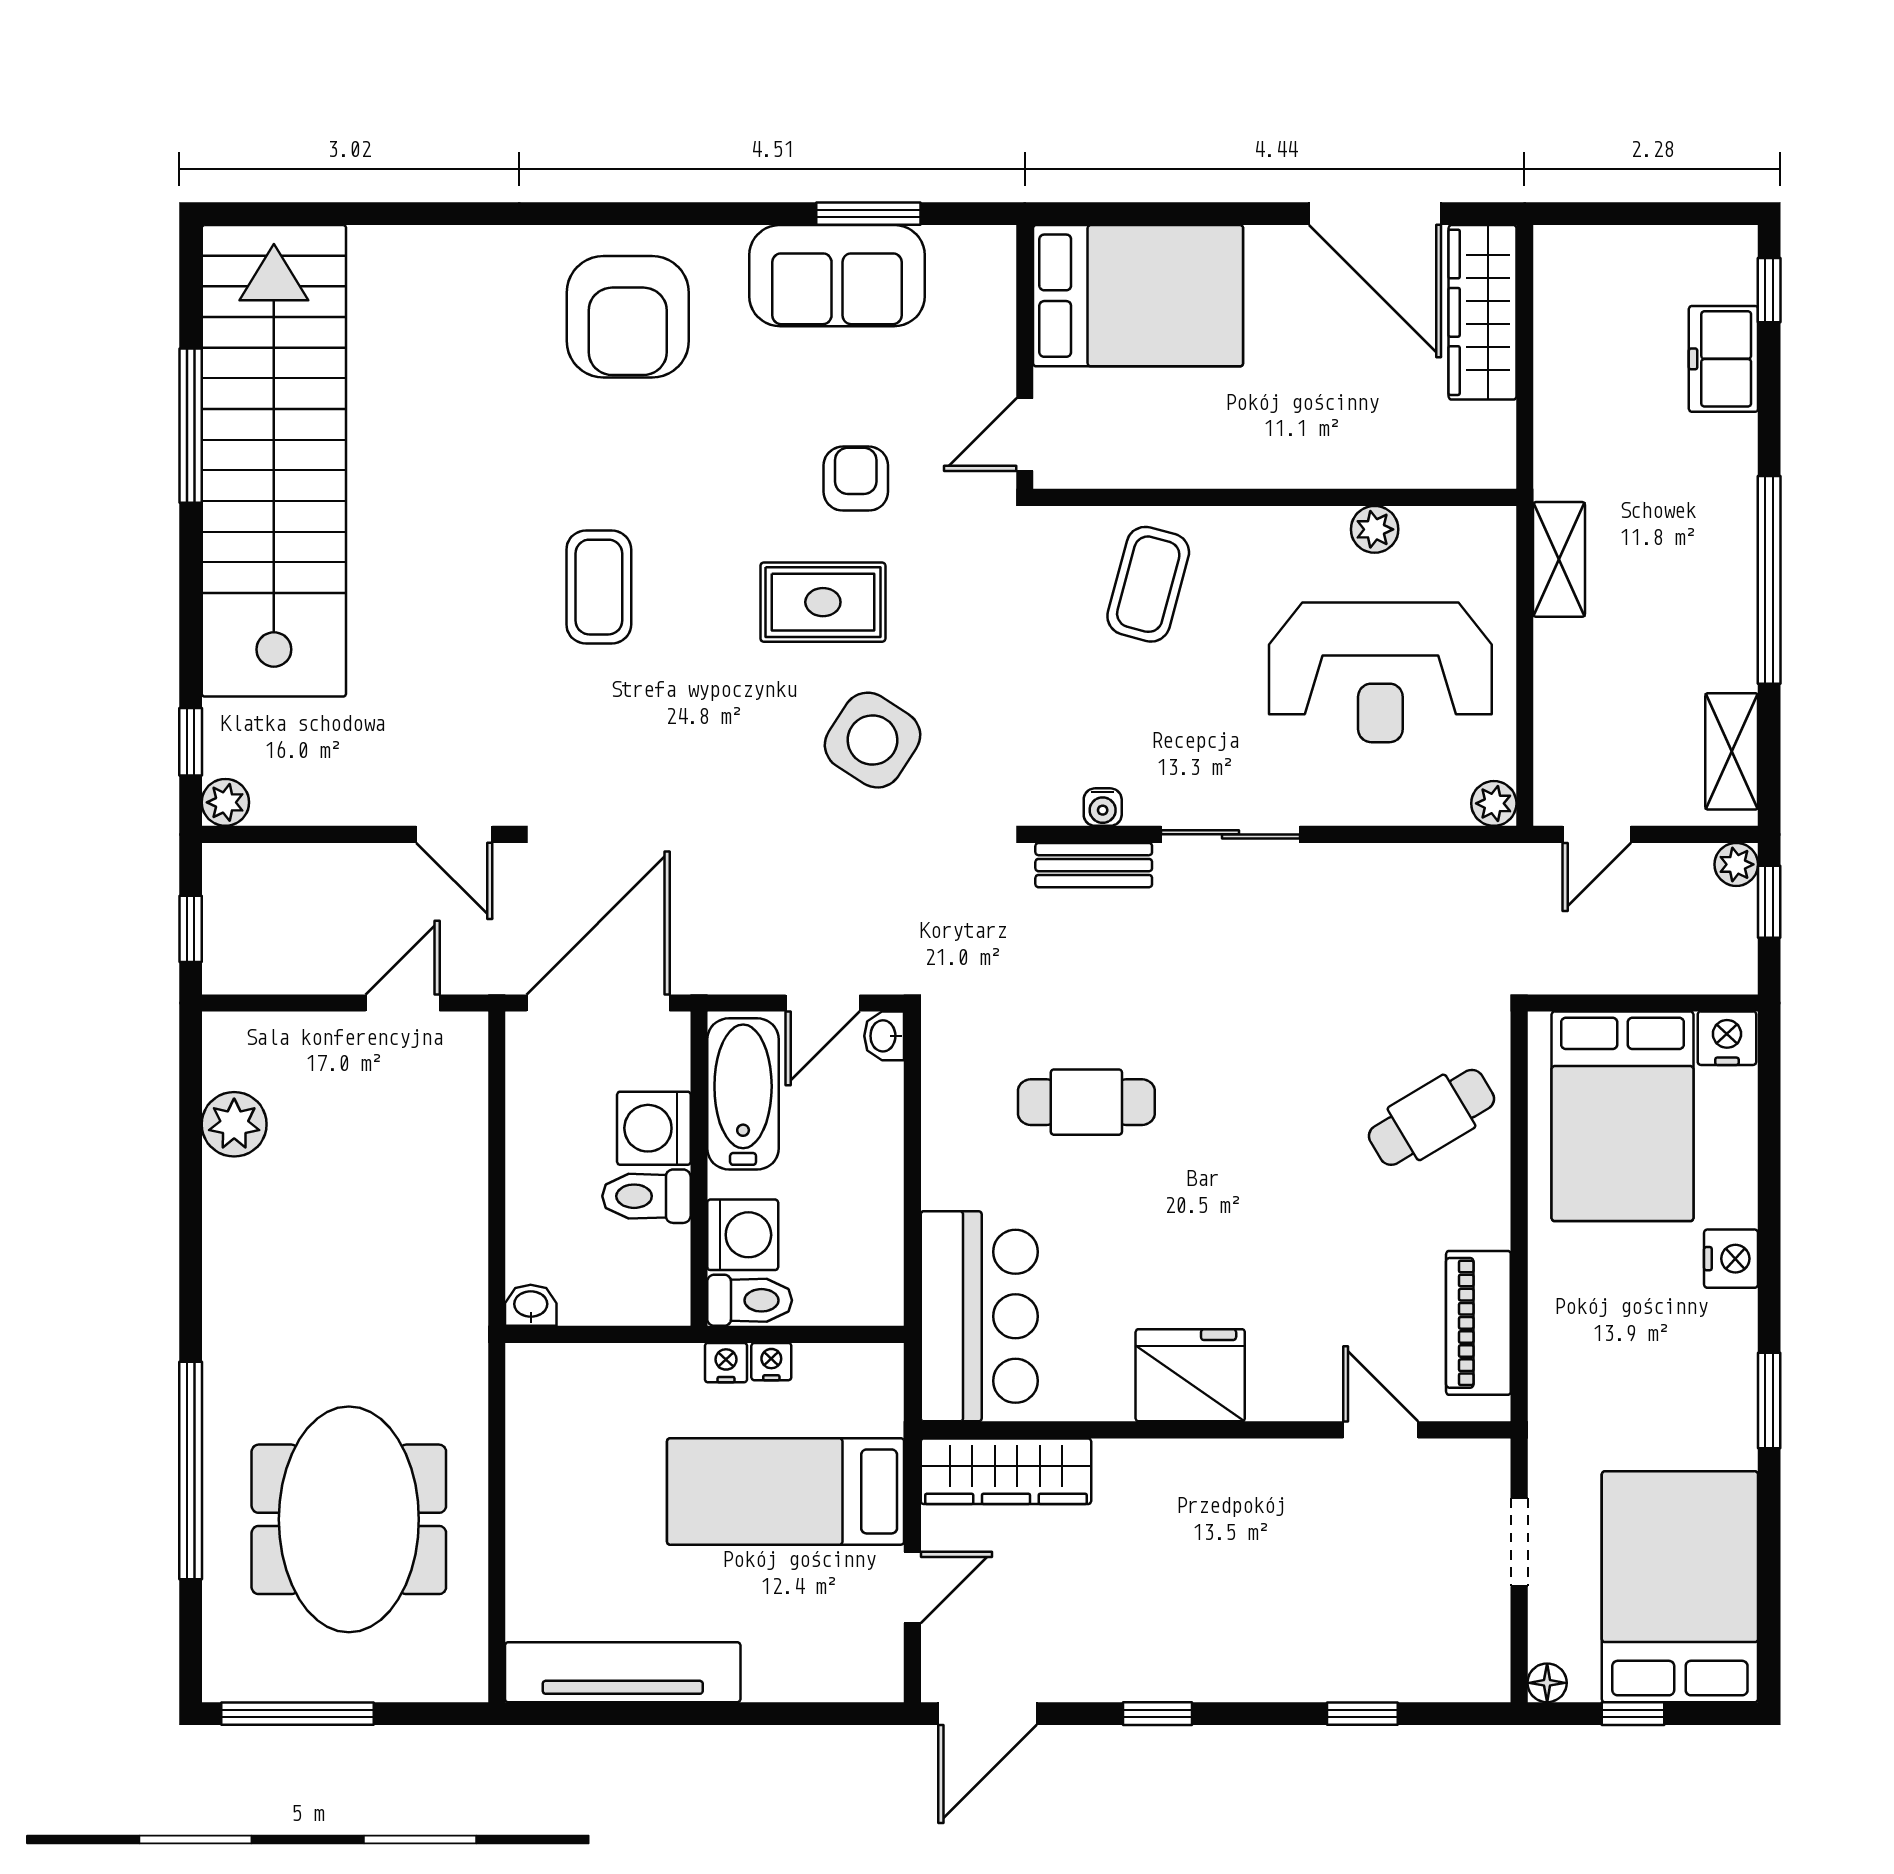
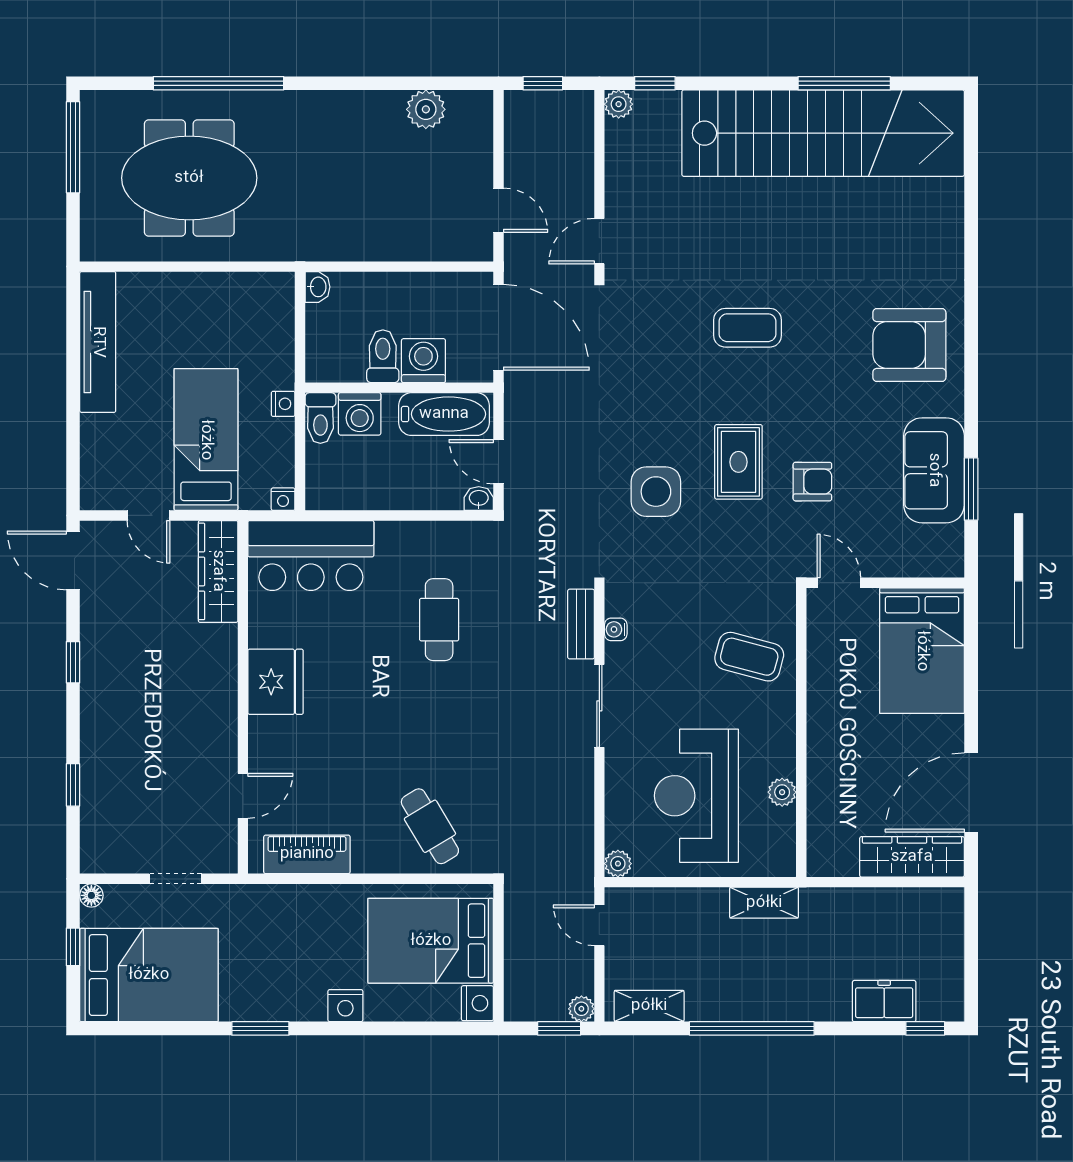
side table: (873, 740) -> (656, 492), turned -33
nightstand: (771, 1362) -> (283, 499), moved, turned 90

